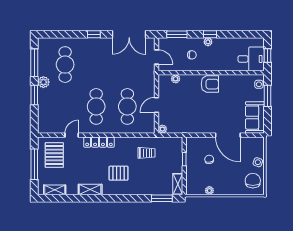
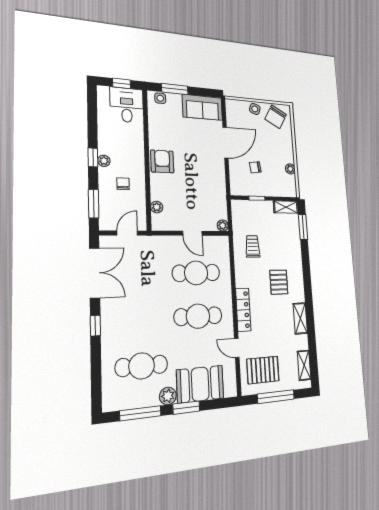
booth: (49, 106) -> (200, 384), added
chair: (253, 181) -> (276, 117), turned -61

